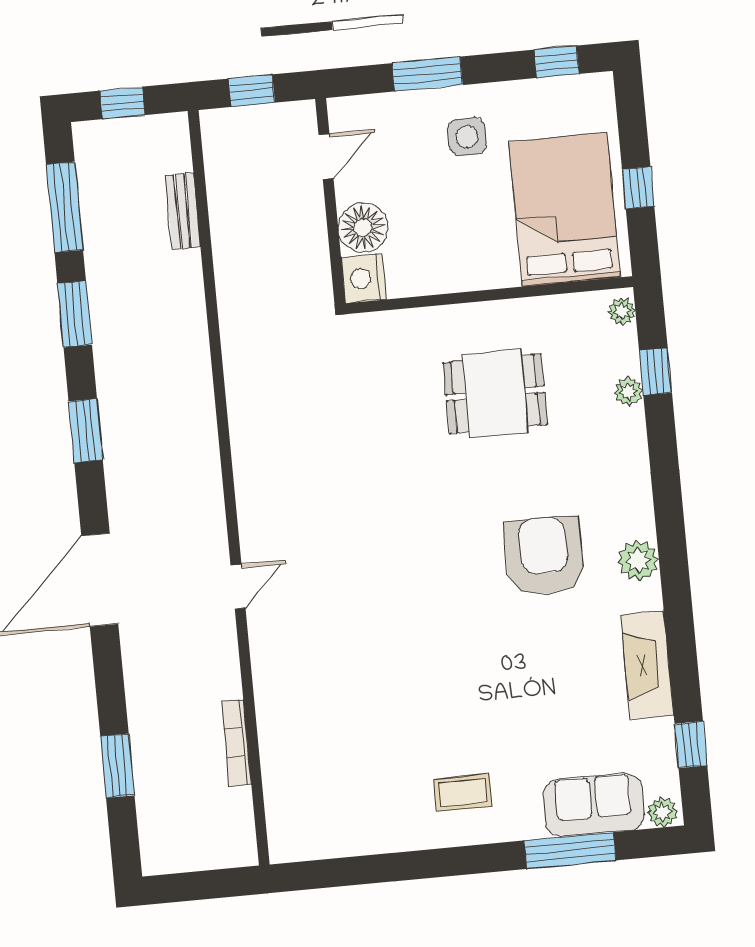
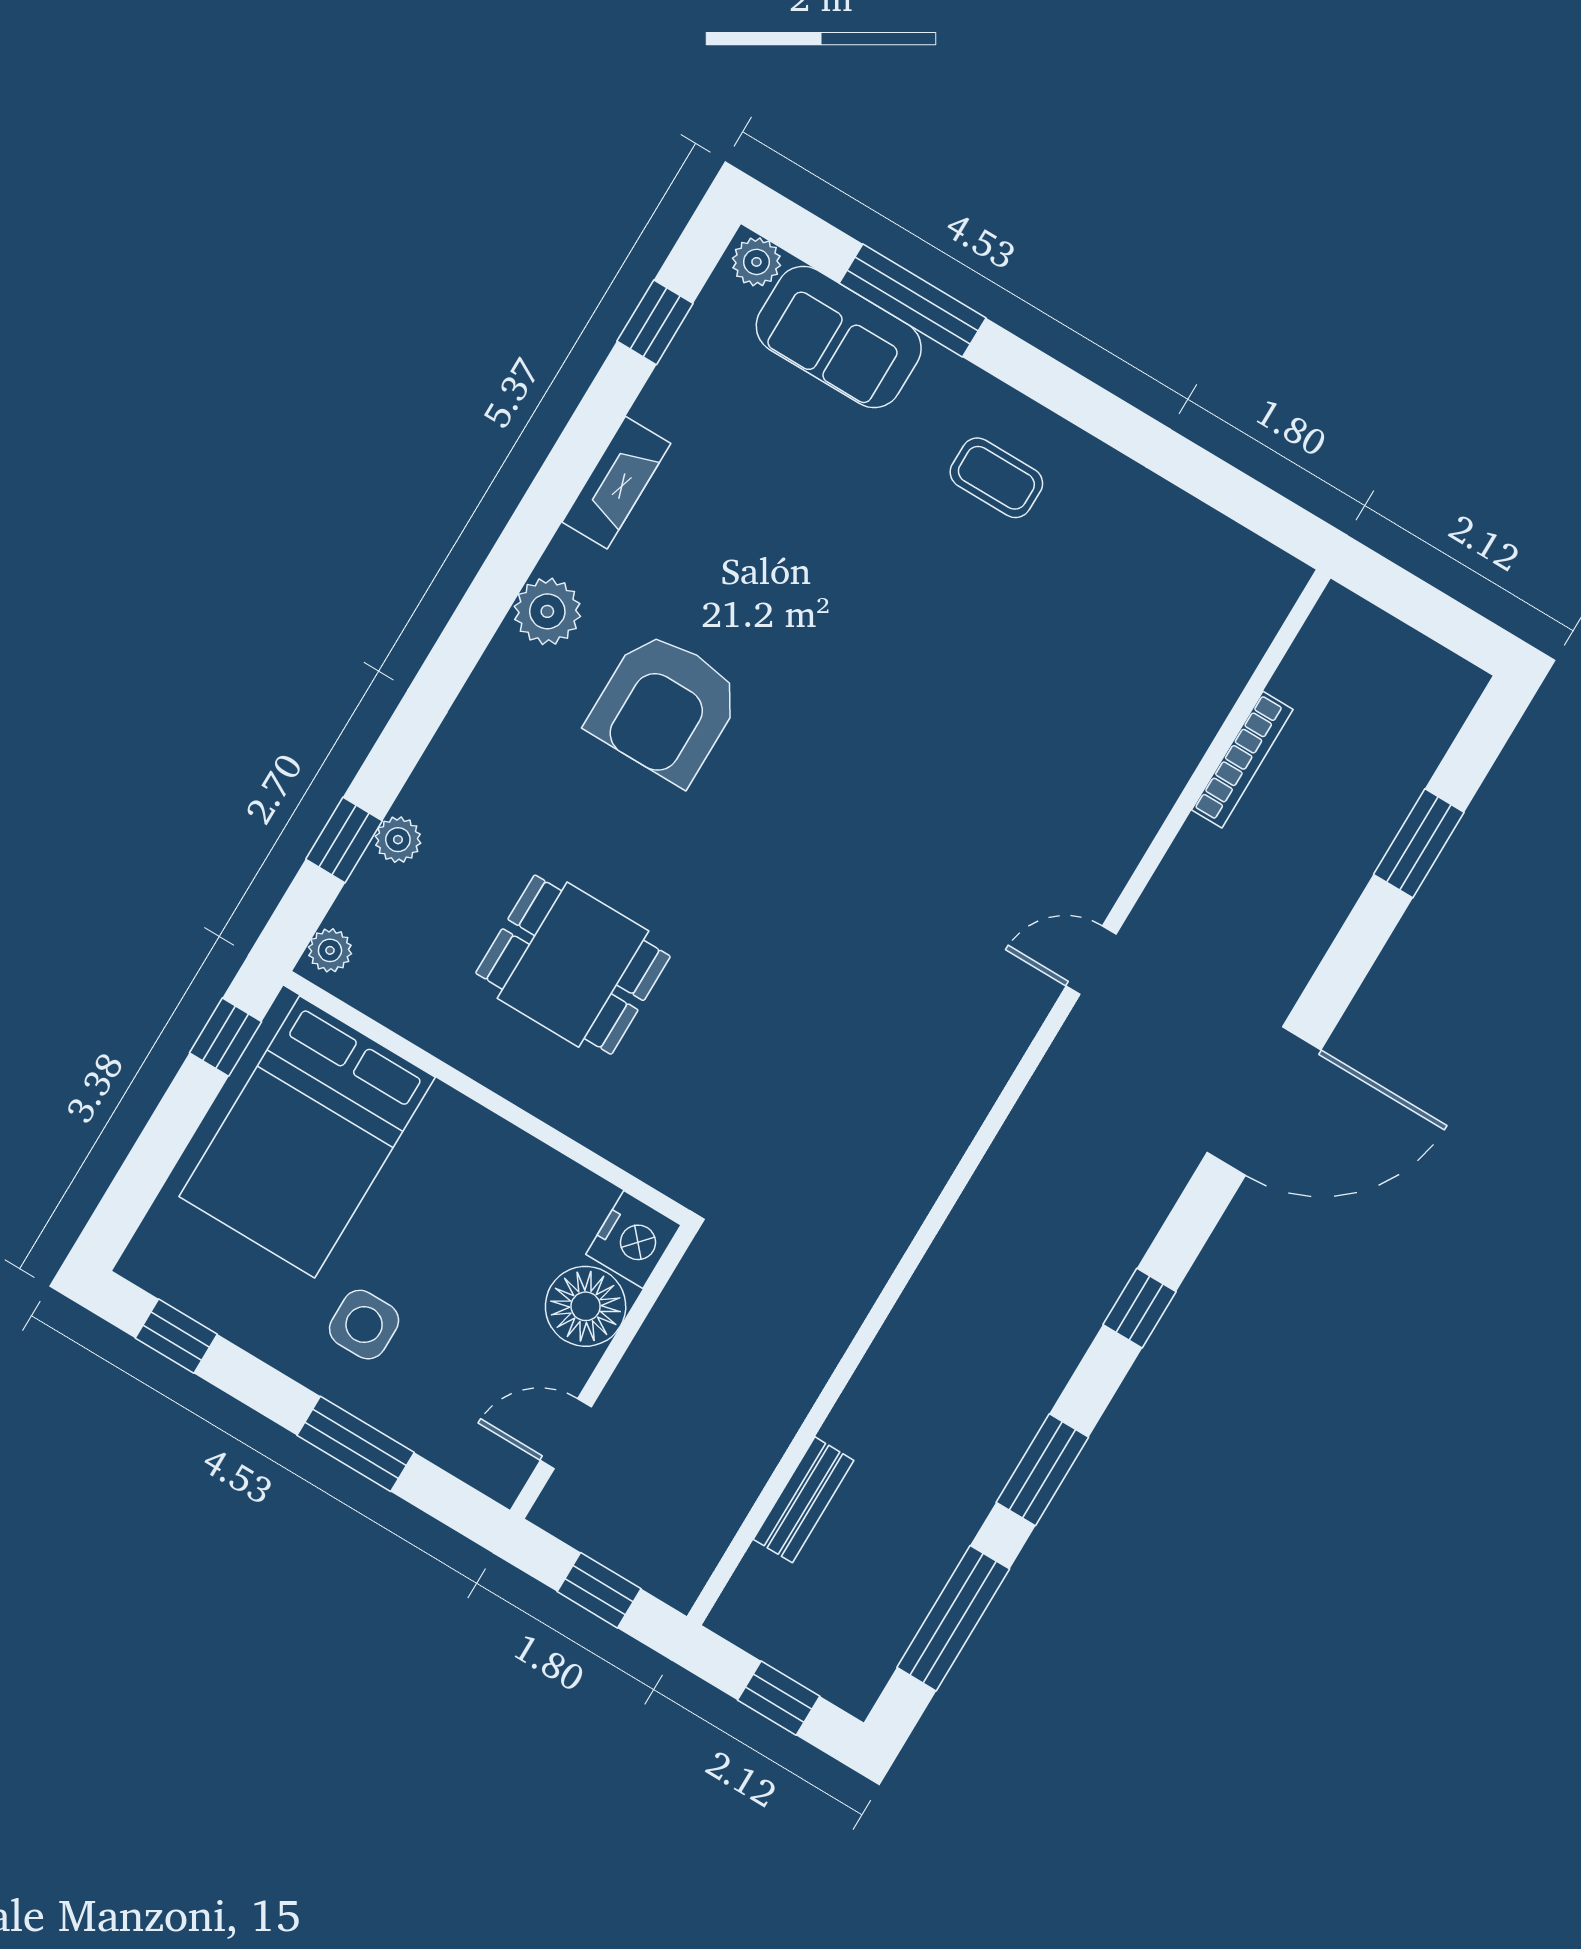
window: (638, 188) -> (226, 1037), moved
window: (86, 431) -> (1140, 1308), width x0.67
fireplace: (647, 665) -> (616, 483), width x0.73, depth x0.76

